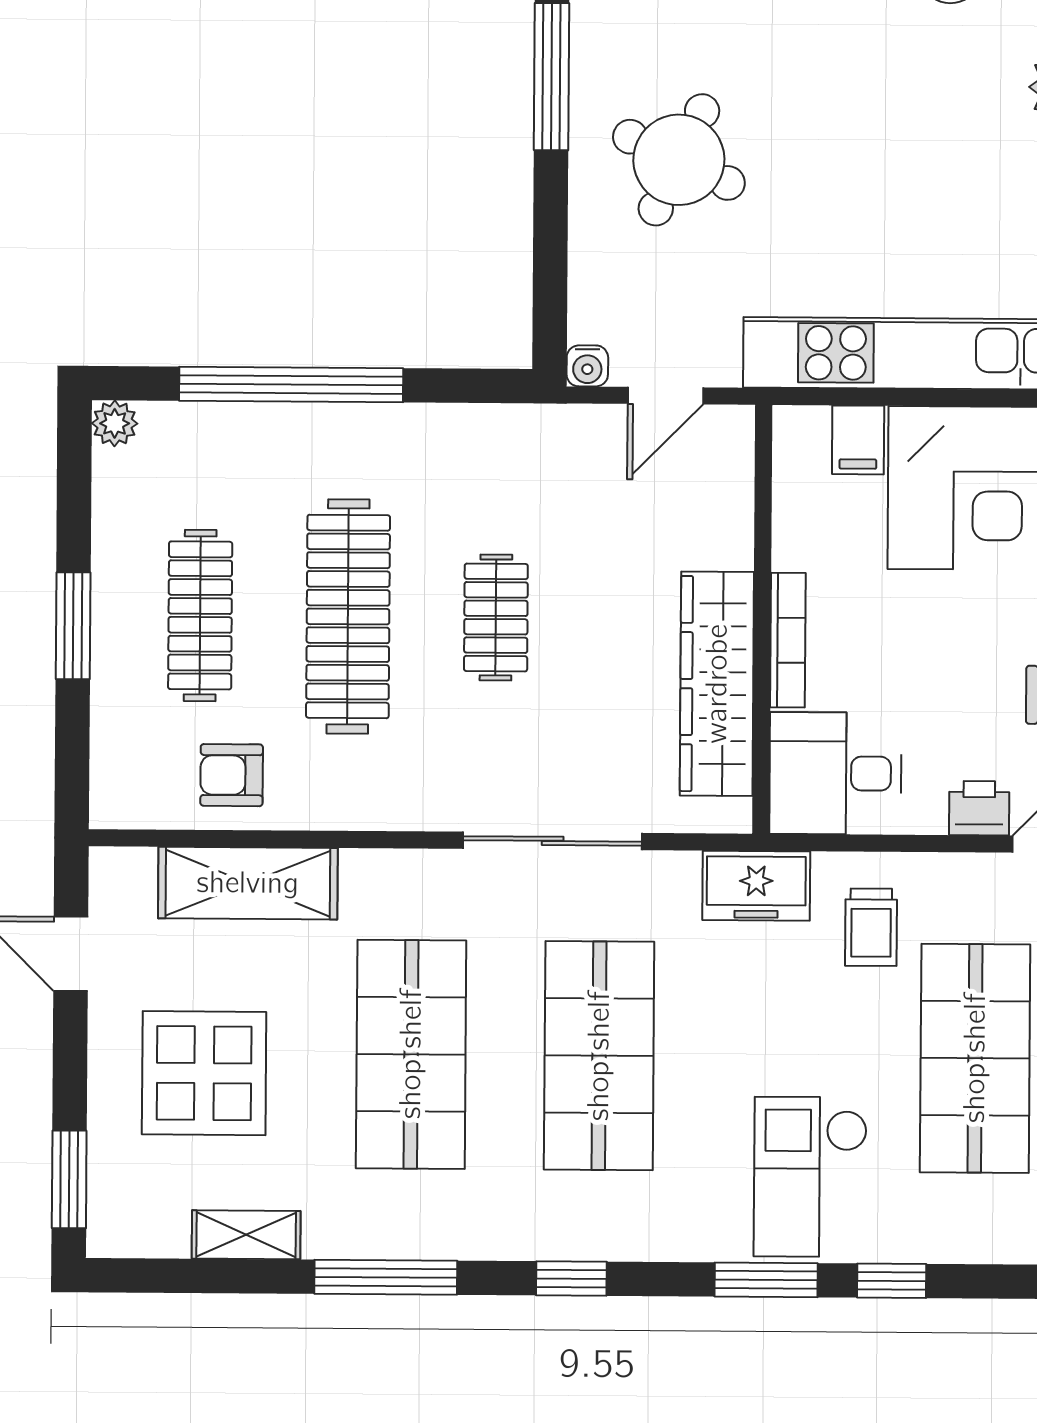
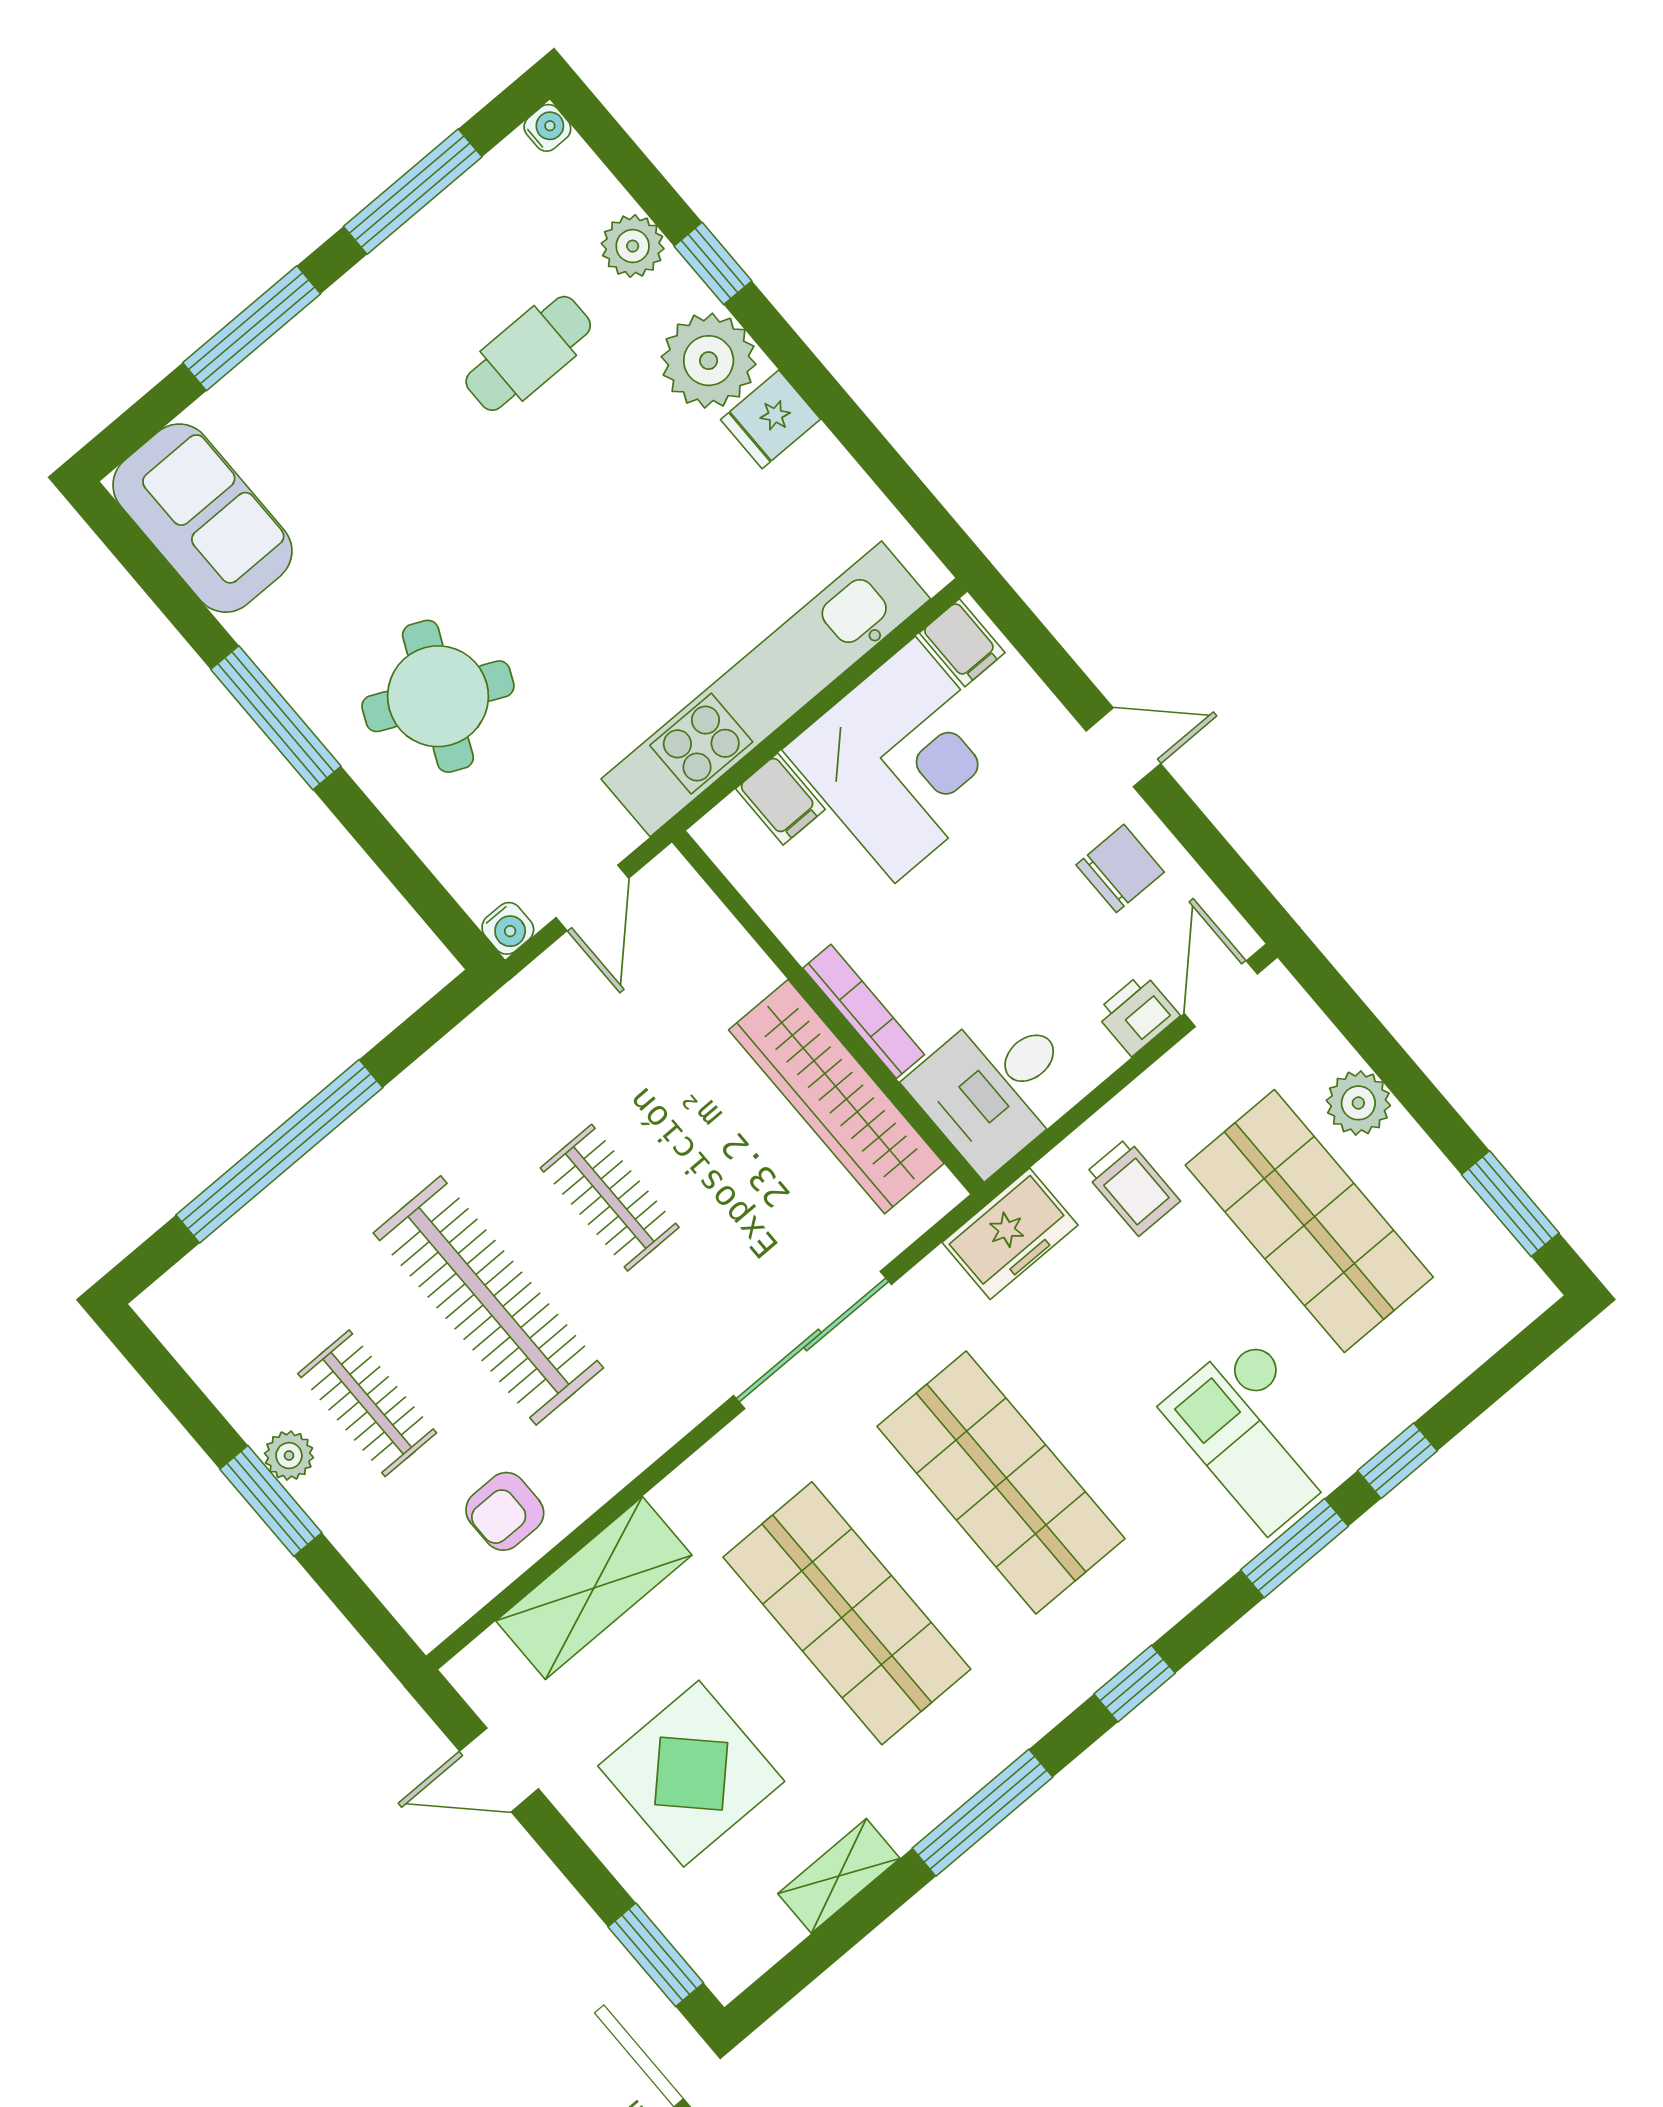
plant: (115, 423) -> (289, 1456), moved
clothes rail: (200, 615) -> (367, 1403), width x0.73

